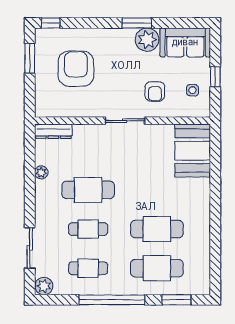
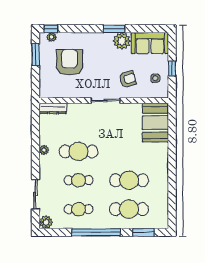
plant: (51, 34) -> (52, 37), added
armchair: (155, 91) -> (128, 79), turned -106
plant: (41, 172) -> (44, 150), moved

